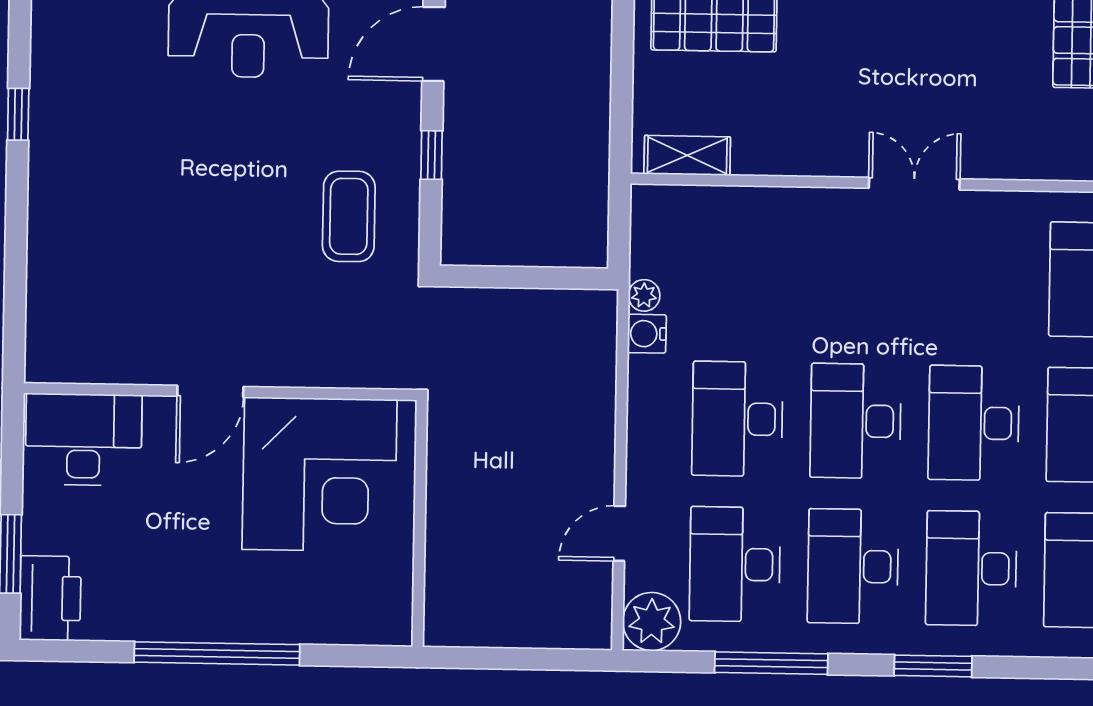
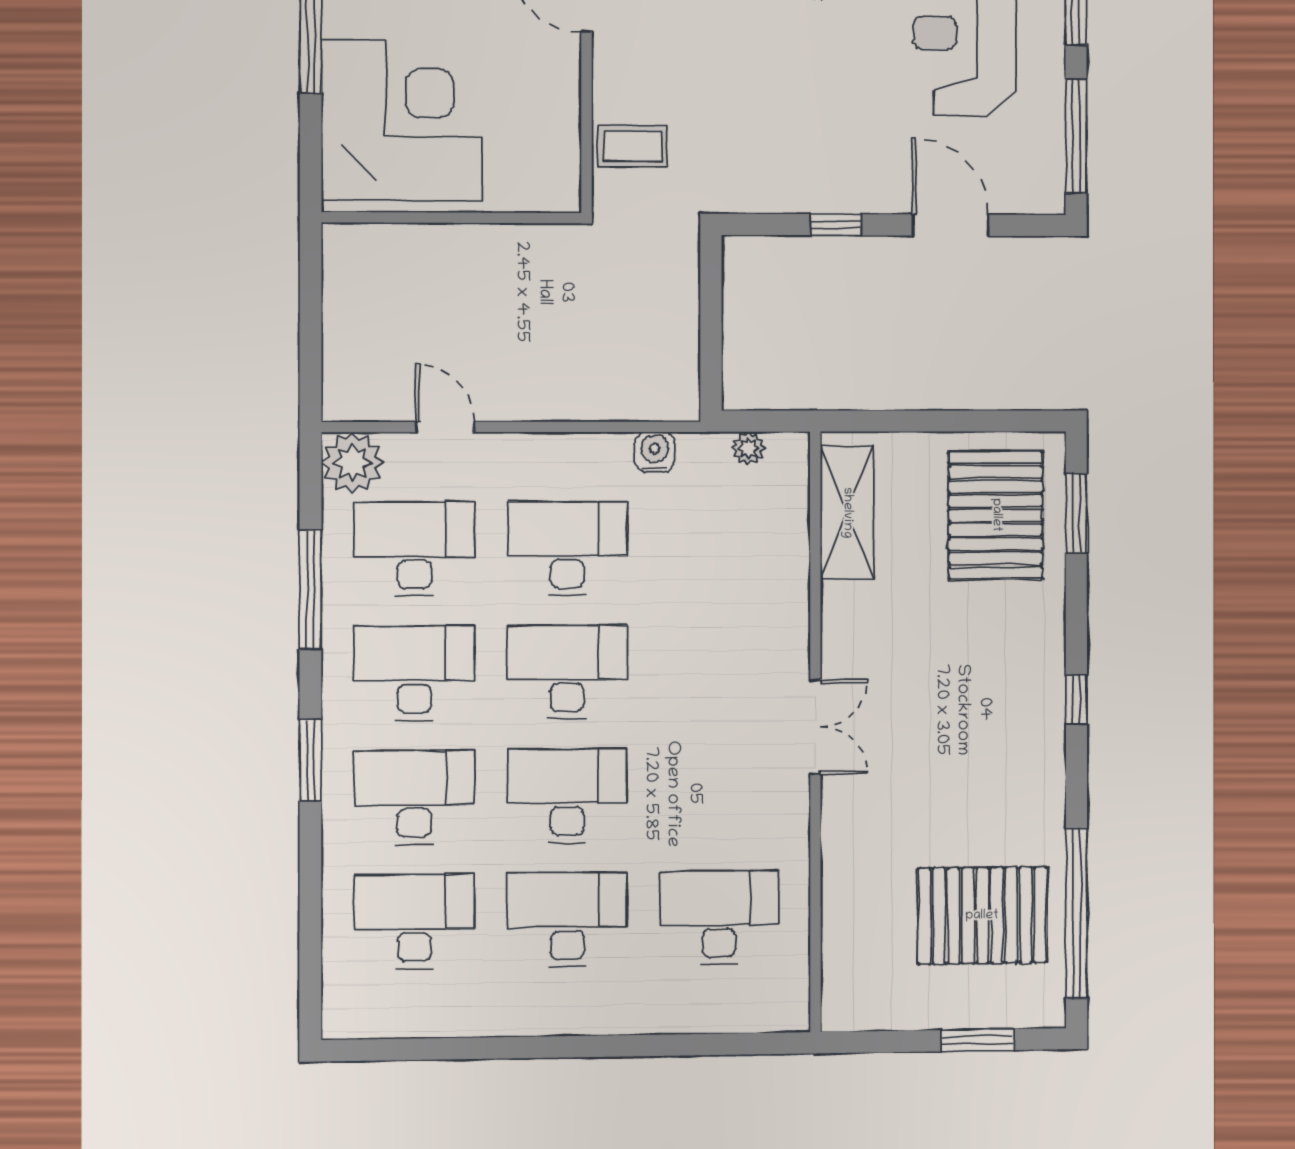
shelving: (687, 155) -> (847, 513), width x1.50, depth x1.33
coffee table: (349, 216) -> (632, 147), moved, width x0.73, depth x0.77
plant: (644, 295) -> (749, 448), moved
corner desk: (320, 474) -> (402, 120), moved, turned 180

